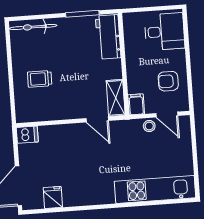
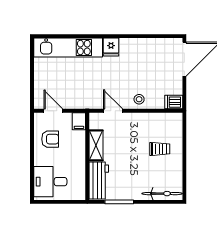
shelving: (116, 98) -> (96, 145), moved
stool: (149, 126) -> (139, 99), moved
fridge: (53, 197) -> (111, 47), moved

